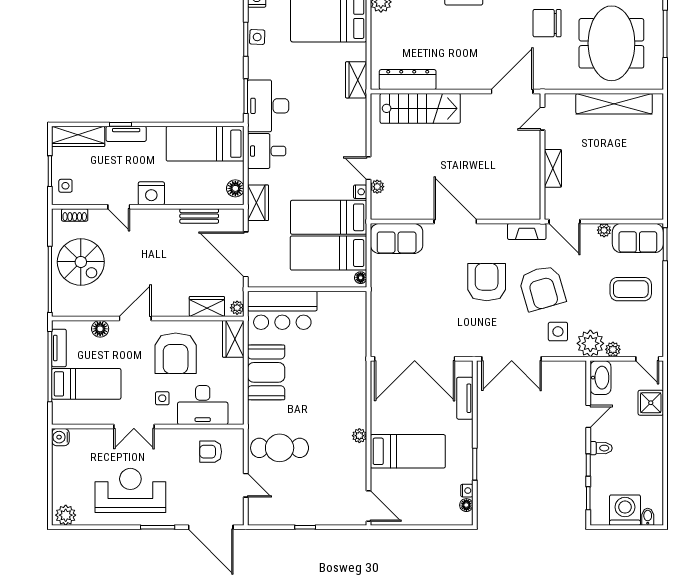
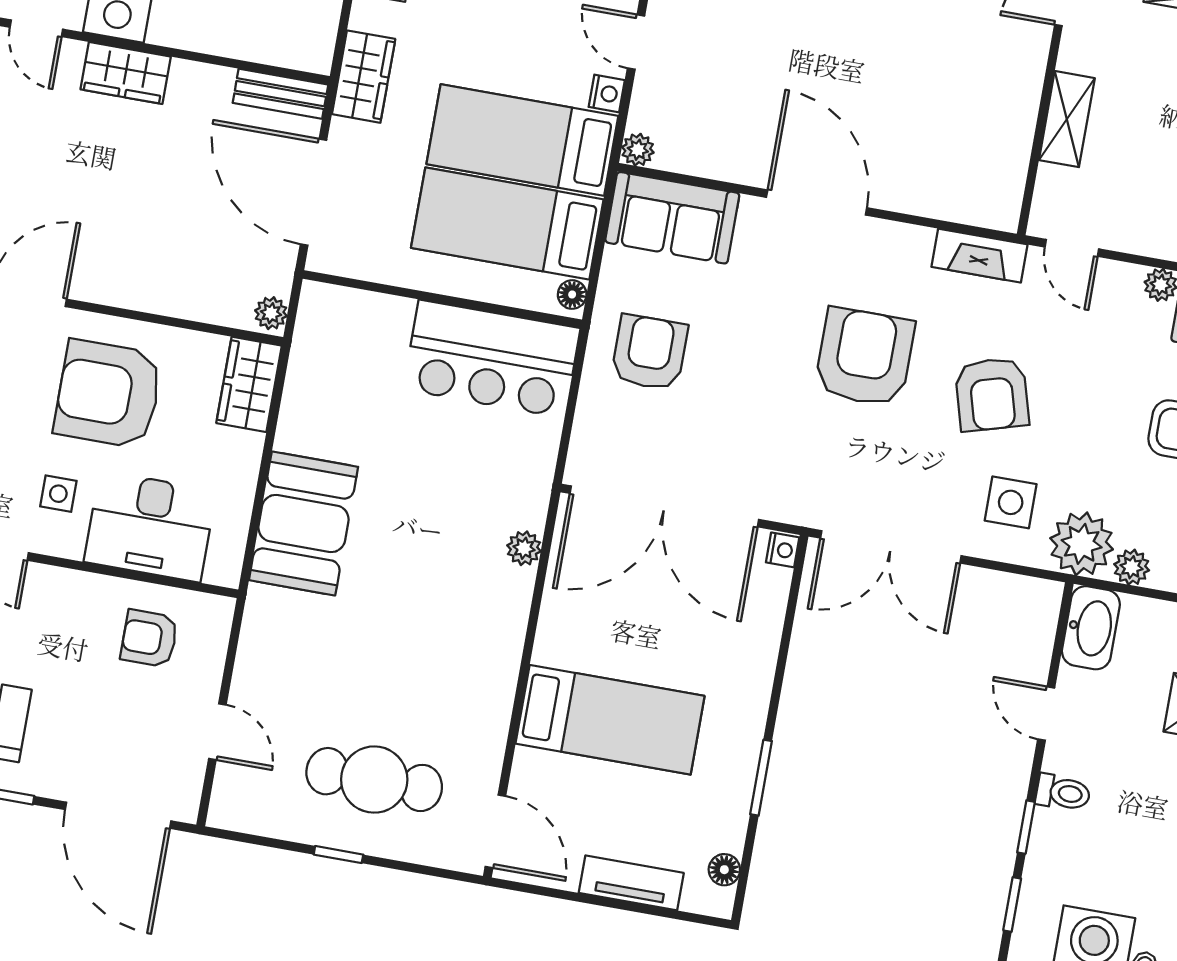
plant: (377, 187) -> (638, 150), moved
floor lamp: (235, 188) -> (316, 34), removed
bench: (199, 216) -> (280, 94), moved
door: (565, 221) -> (1072, 248), width x0.73
armchair: (542, 288) -> (992, 394), width x0.73, depth x0.73
armchair: (397, 296) -> (649, 352), added
wardrobe: (207, 307) -> (126, 73), moved, turned 180
bar counter: (282, 310) -> (492, 359), moved
armchair: (176, 353) -> (108, 394), turned 90
booth: (266, 372) -> (303, 523), moved
tv unit: (465, 398) -> (631, 883), moved, turned 90
door: (588, 416) -> (1046, 713), swing flipped
plant: (359, 436) -> (524, 548), moved
cafe table: (280, 448) -> (374, 780), moved
nightstand: (467, 491) -> (783, 550), moved

